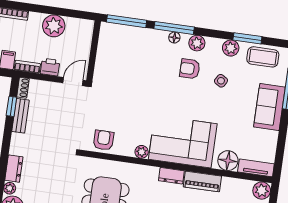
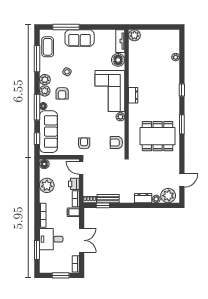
window: (127, 21) -> (37, 139), width x0.46
floor lamp: (87, 27) -> (44, 164), added
window: (247, 38) -> (37, 59), width x1.44
sofa: (135, 40) -> (48, 132), added
plant: (231, 48) -> (45, 80), moved
armchair: (109, 91) -> (84, 143), added
piano: (202, 181) -> (134, 75), removed

